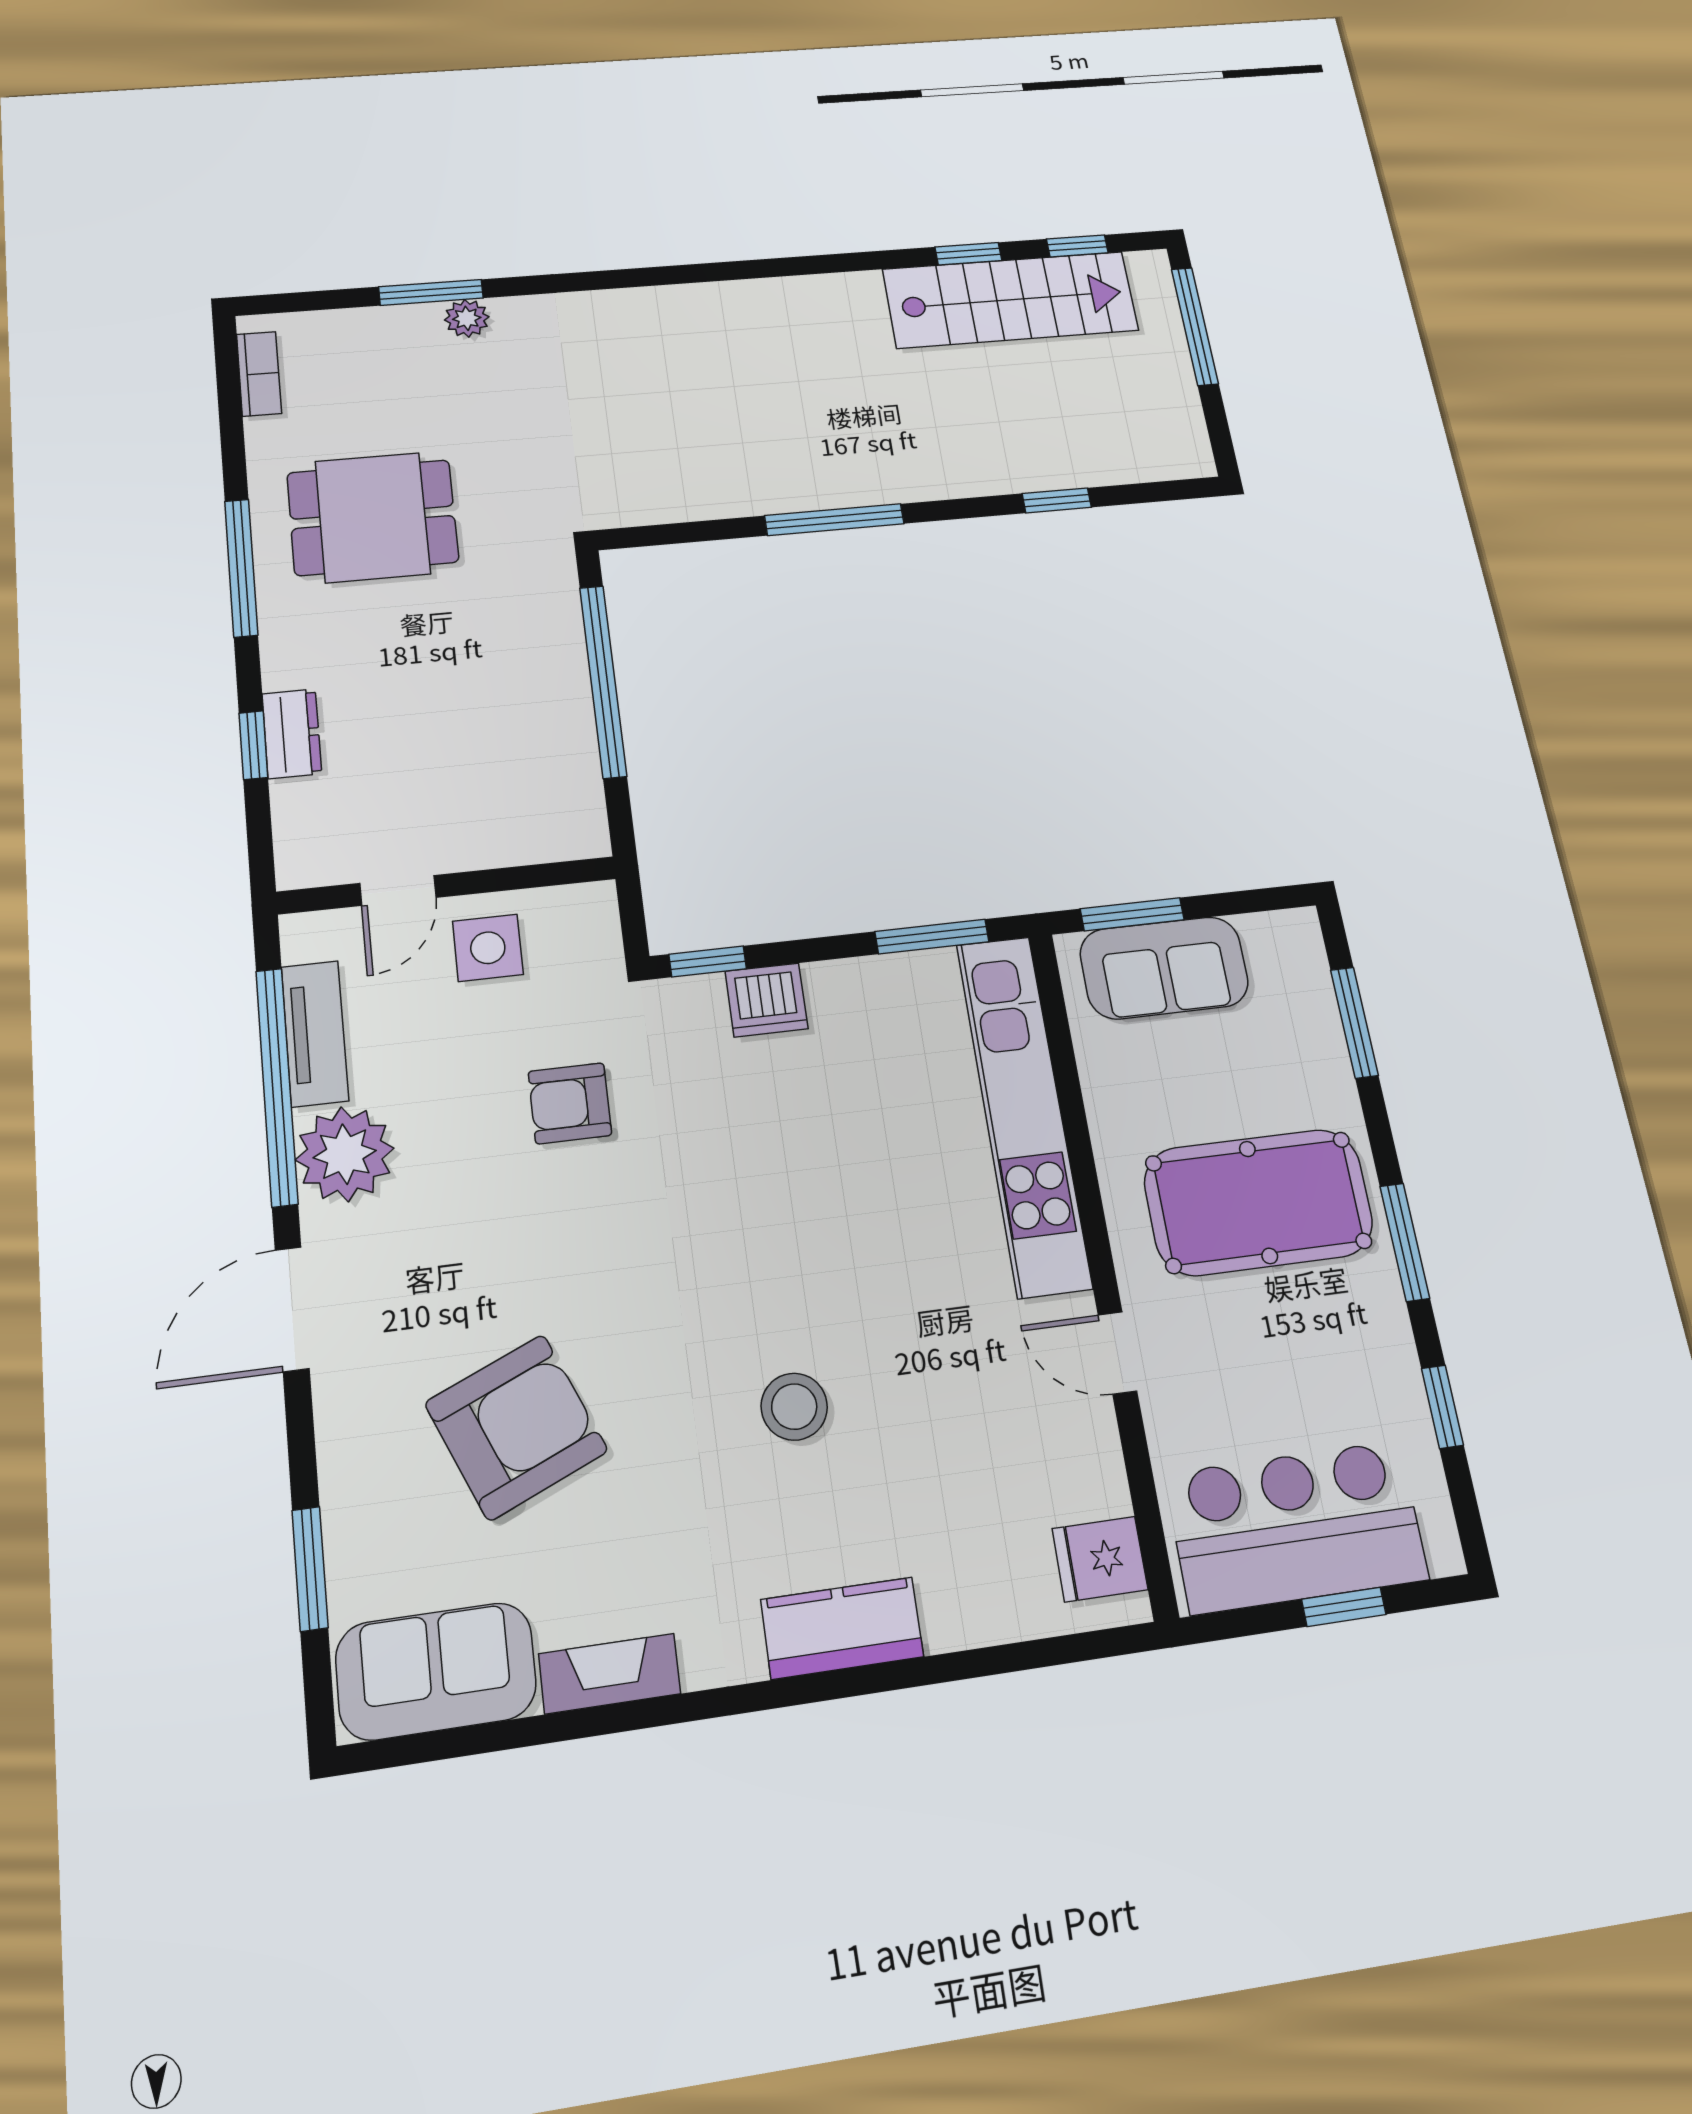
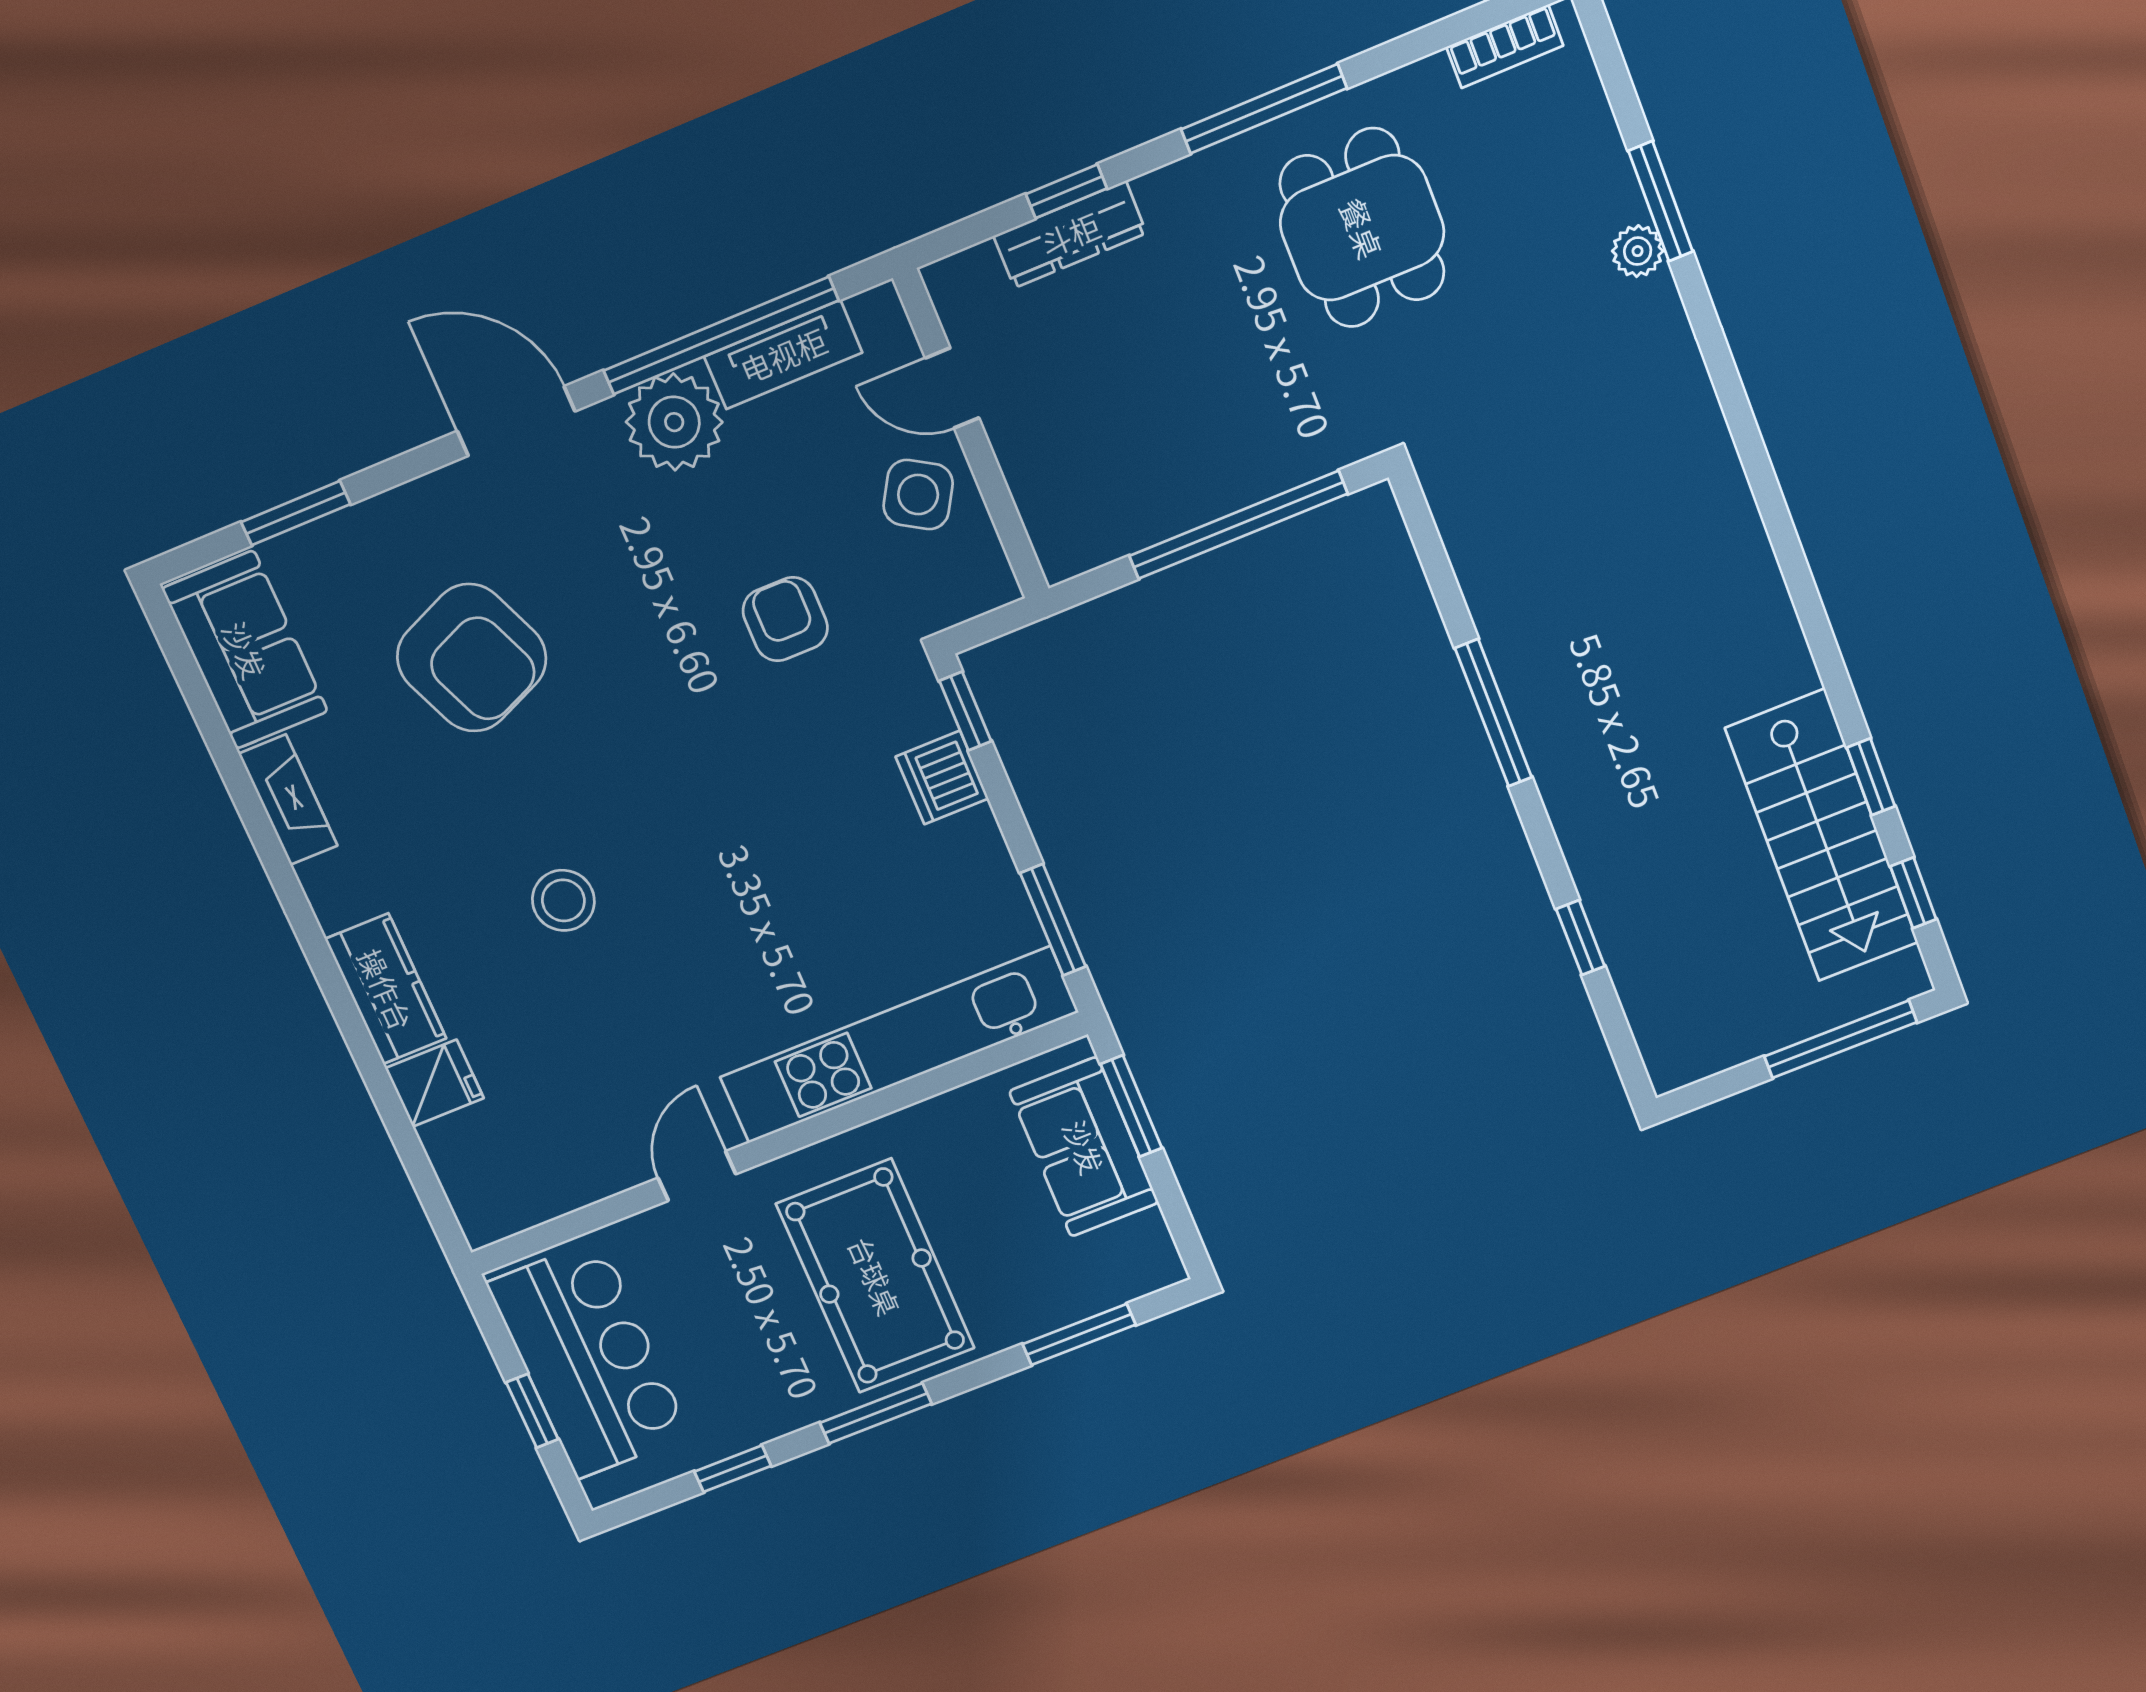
dresser: (292, 734) -> (1070, 234), width x1.44
side table: (488, 948) -> (918, 495), turned 31
fridge: (1100, 1559) -> (434, 1083), moved, turned 90

